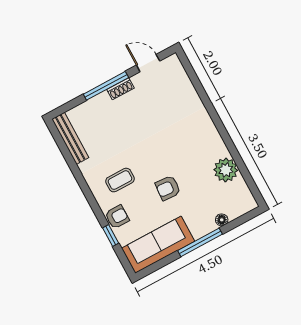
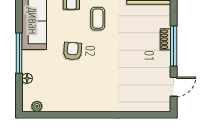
shoe rack: (121, 89) -> (166, 39), moved
plant: (226, 170) -> (37, 106), moved, width x0.53, depth x0.53

